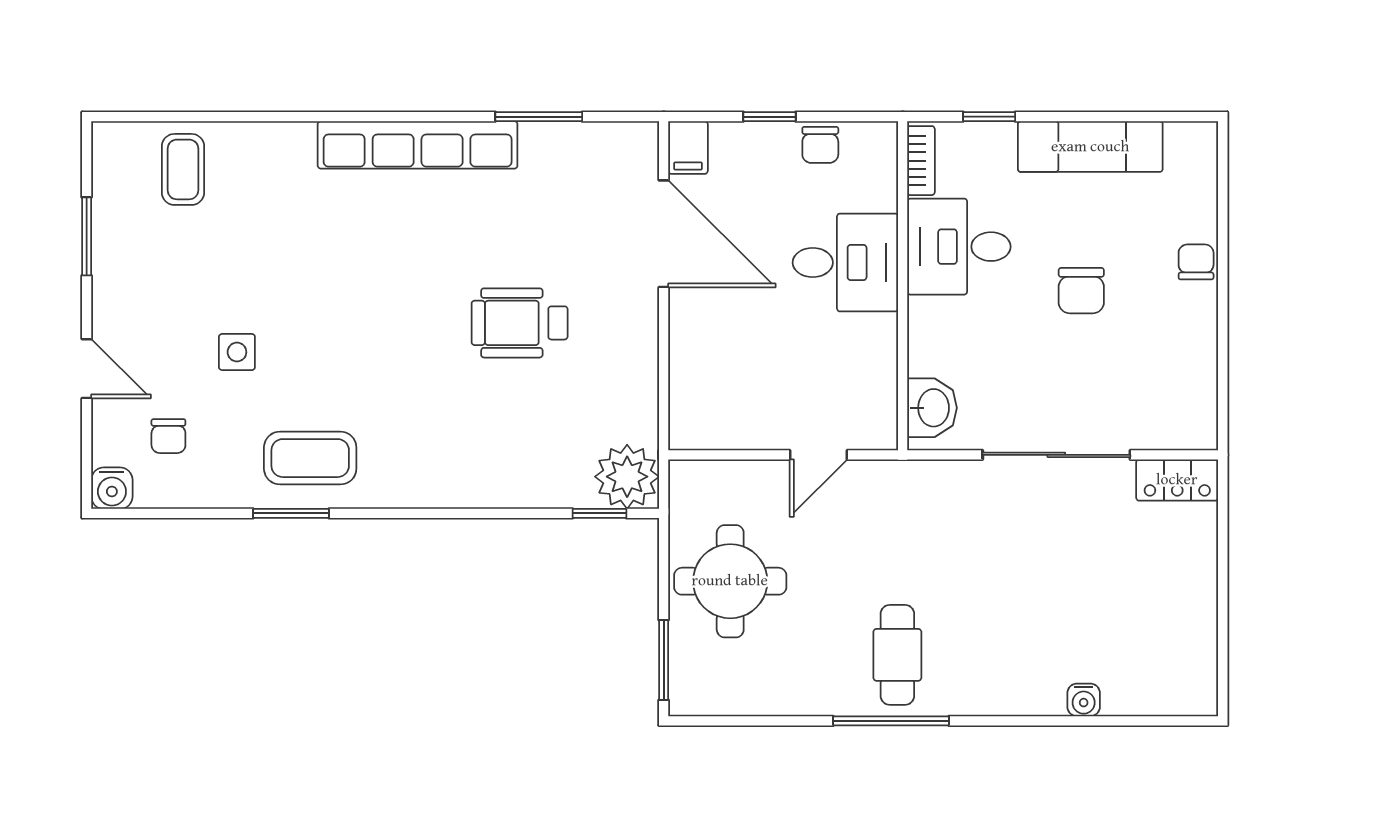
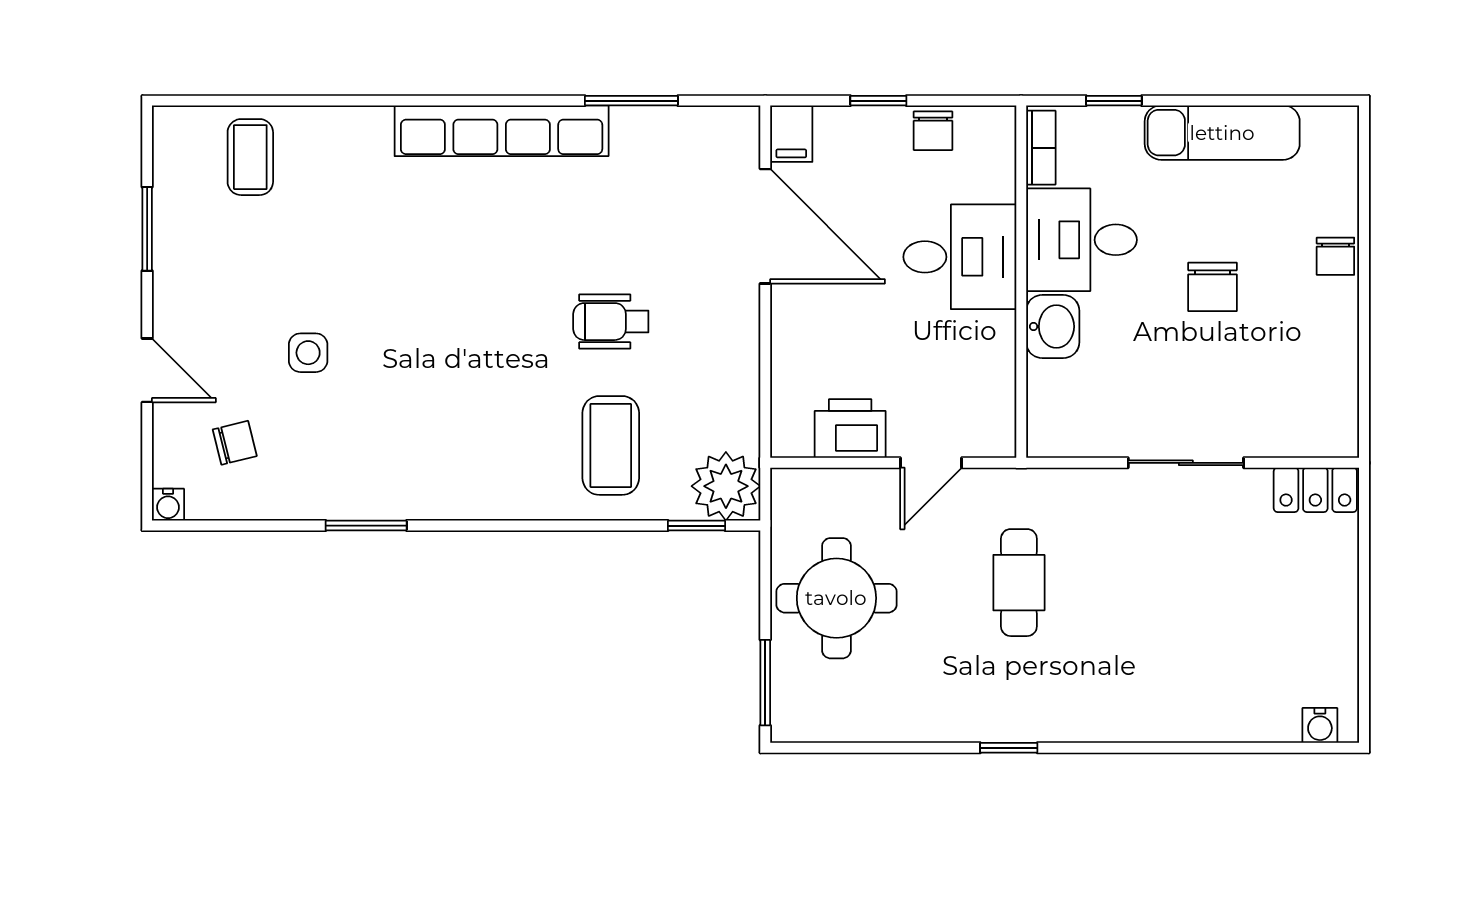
chair: (1196, 262) -> (1335, 256), turned 180
wheelchair: (520, 323) -> (611, 322), width x0.73, depth x0.73
washbasin: (932, 408) -> (1053, 327), moved
printer: (743, 423) -> (850, 429), added
chair: (168, 436) -> (235, 443), turned -104
sliding door: (1056, 455) -> (1186, 463), width x0.73
coffee table: (310, 458) -> (611, 445), moved, turned 90
water cooler: (112, 488) -> (168, 505), width x0.72, depth x0.72
cafe table: (897, 655) -> (1019, 583), moved
water cooler: (1084, 700) -> (1320, 725), moved
window: (891, 721) -> (1009, 748), width x0.46

